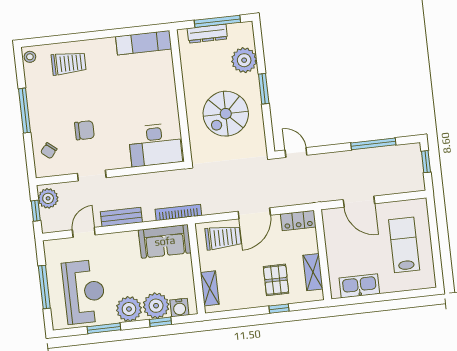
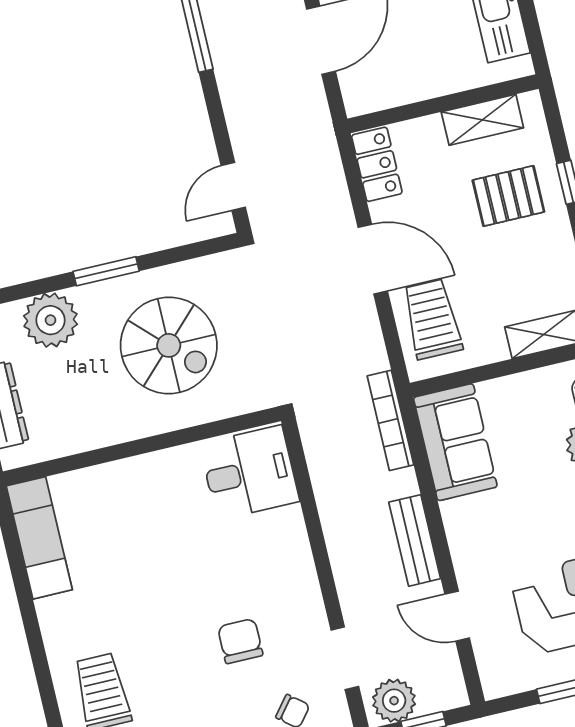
desk: (155, 145) -> (249, 473), width x0.73
doorway: (92, 175) -> (345, 658), moved

